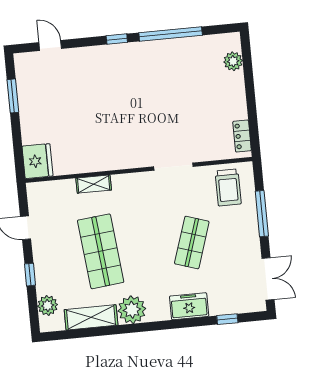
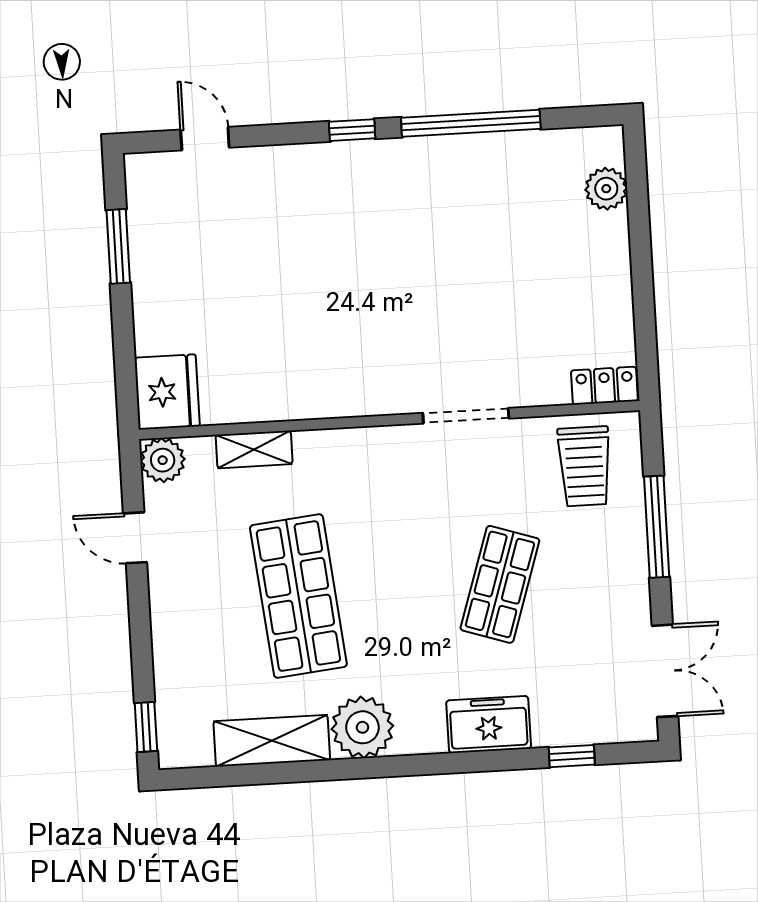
locker: (242, 136) -> (604, 386), moved, turned 90
shelving: (94, 184) -> (254, 449), moved
window: (30, 275) -> (146, 727), moved
plant: (48, 305) -> (163, 460), moved

